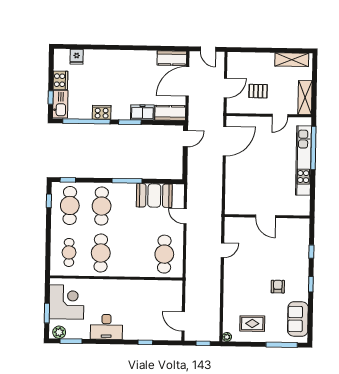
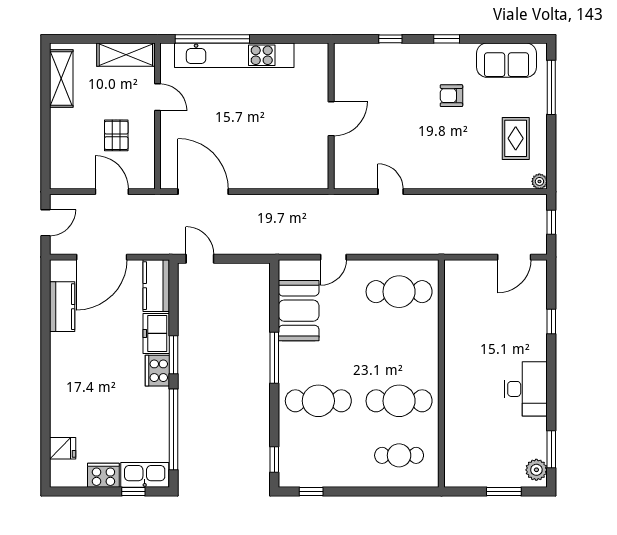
kitchen counter: (172, 58) -> (62, 307), moved
door: (187, 81) -> (102, 257), hinge flipped
cooker: (102, 112) -> (157, 371), moved
cafe table: (70, 205) -> (318, 455), removed
corner desk: (67, 302) -> (484, 458), removed

